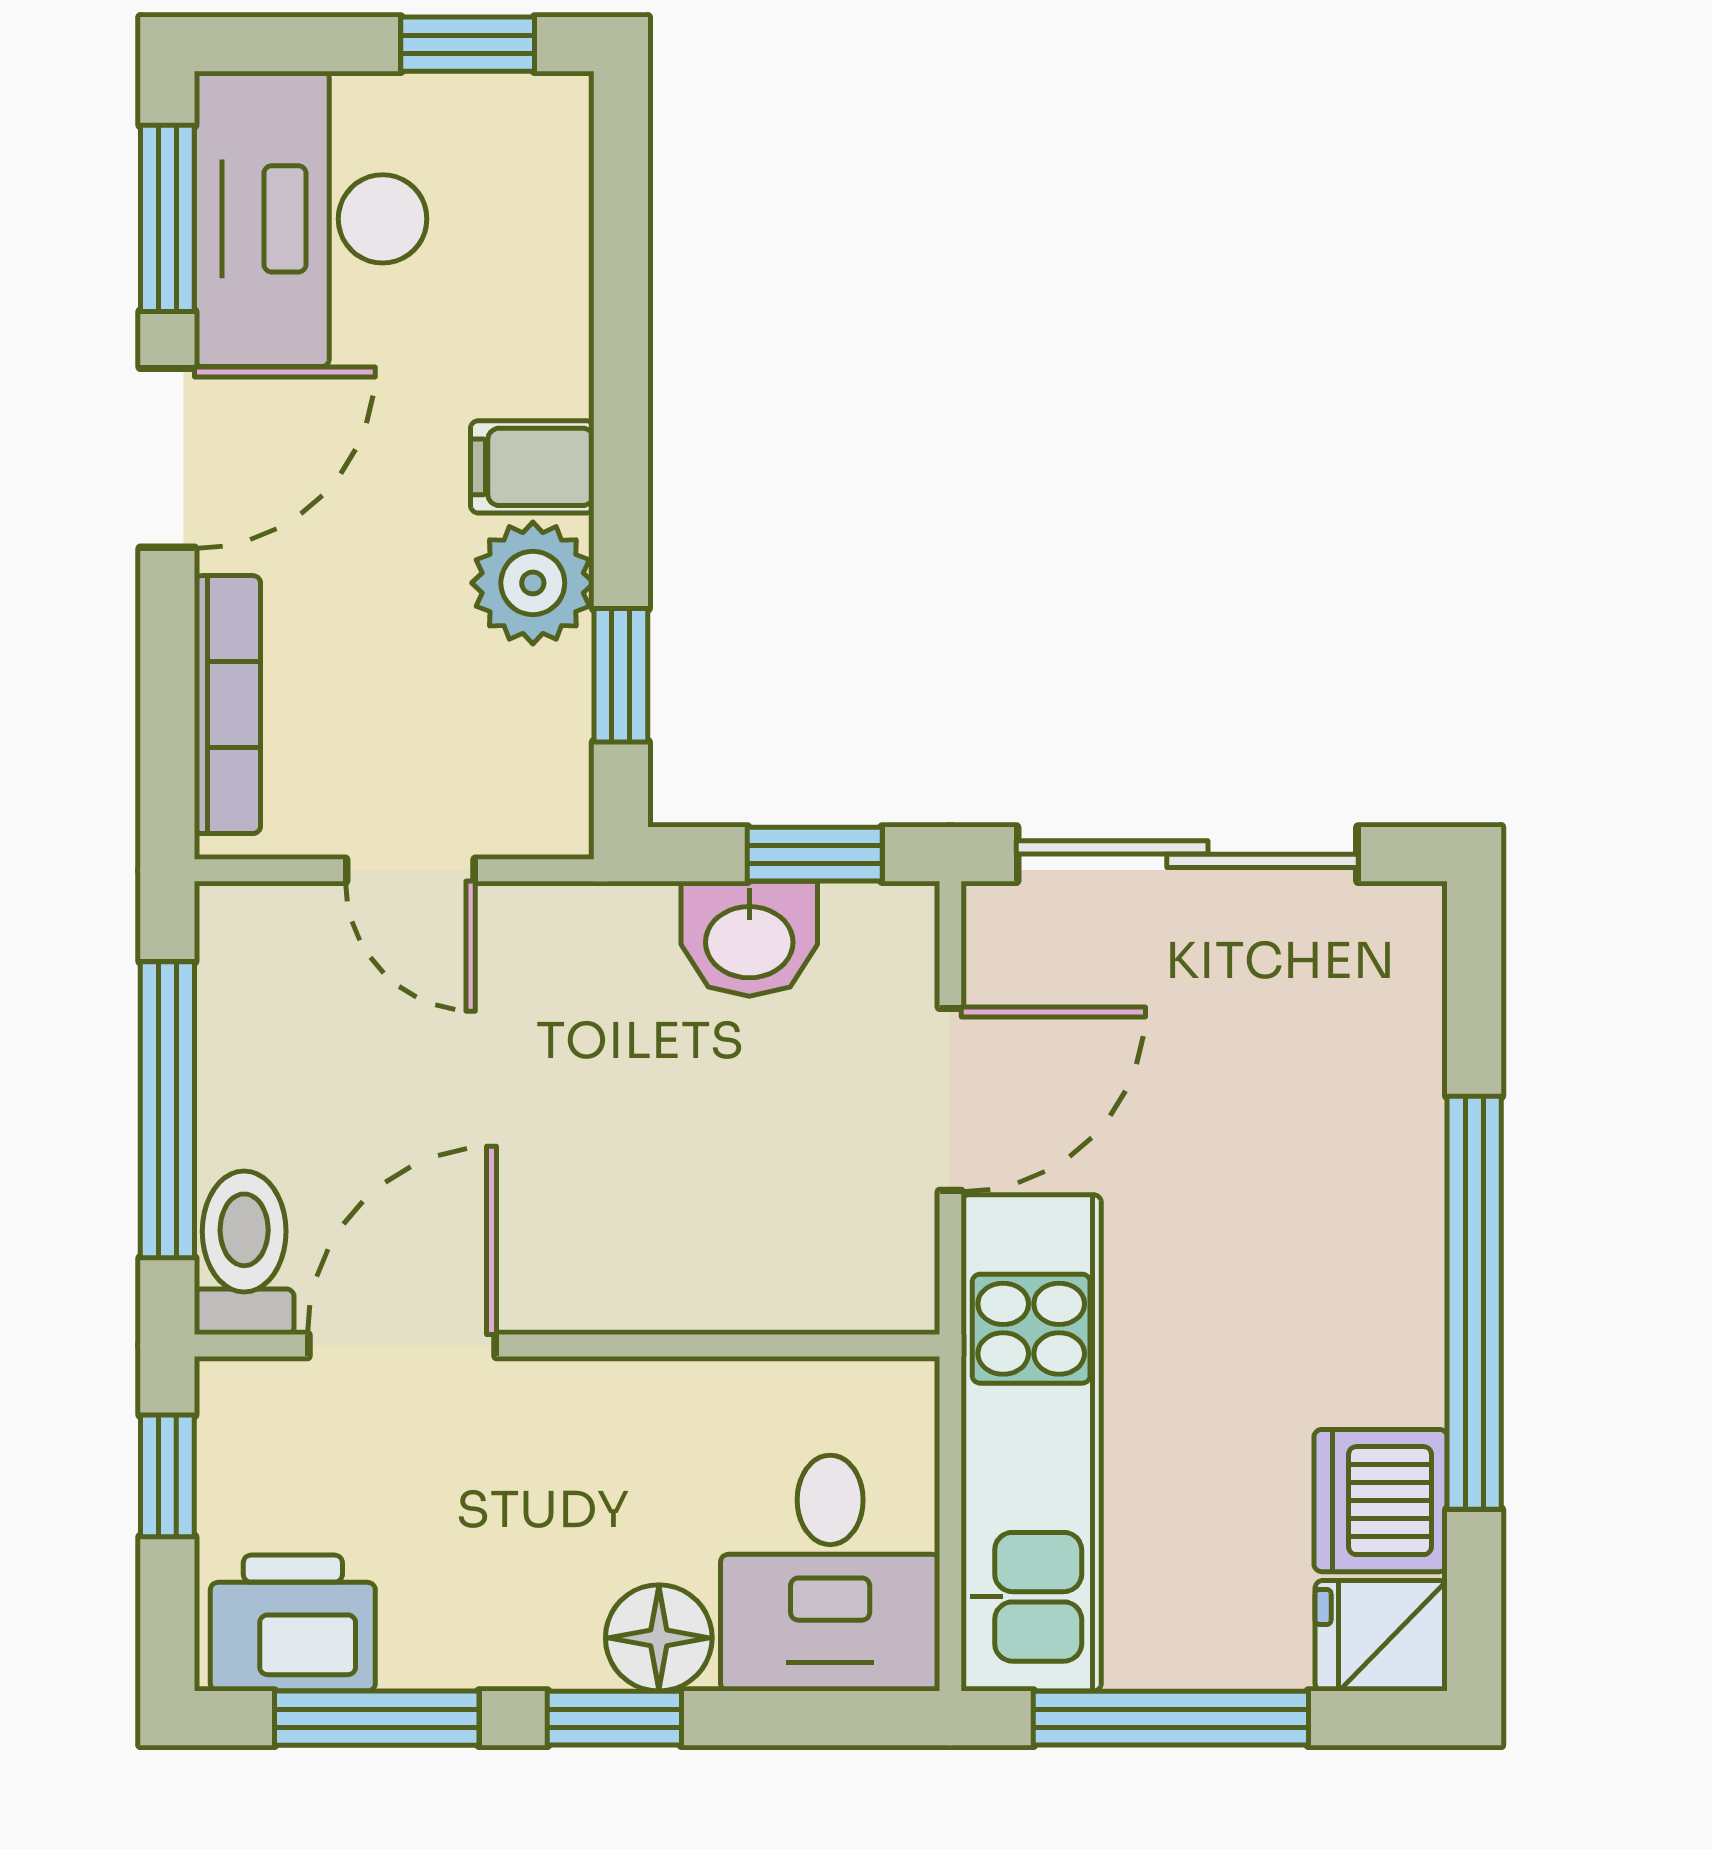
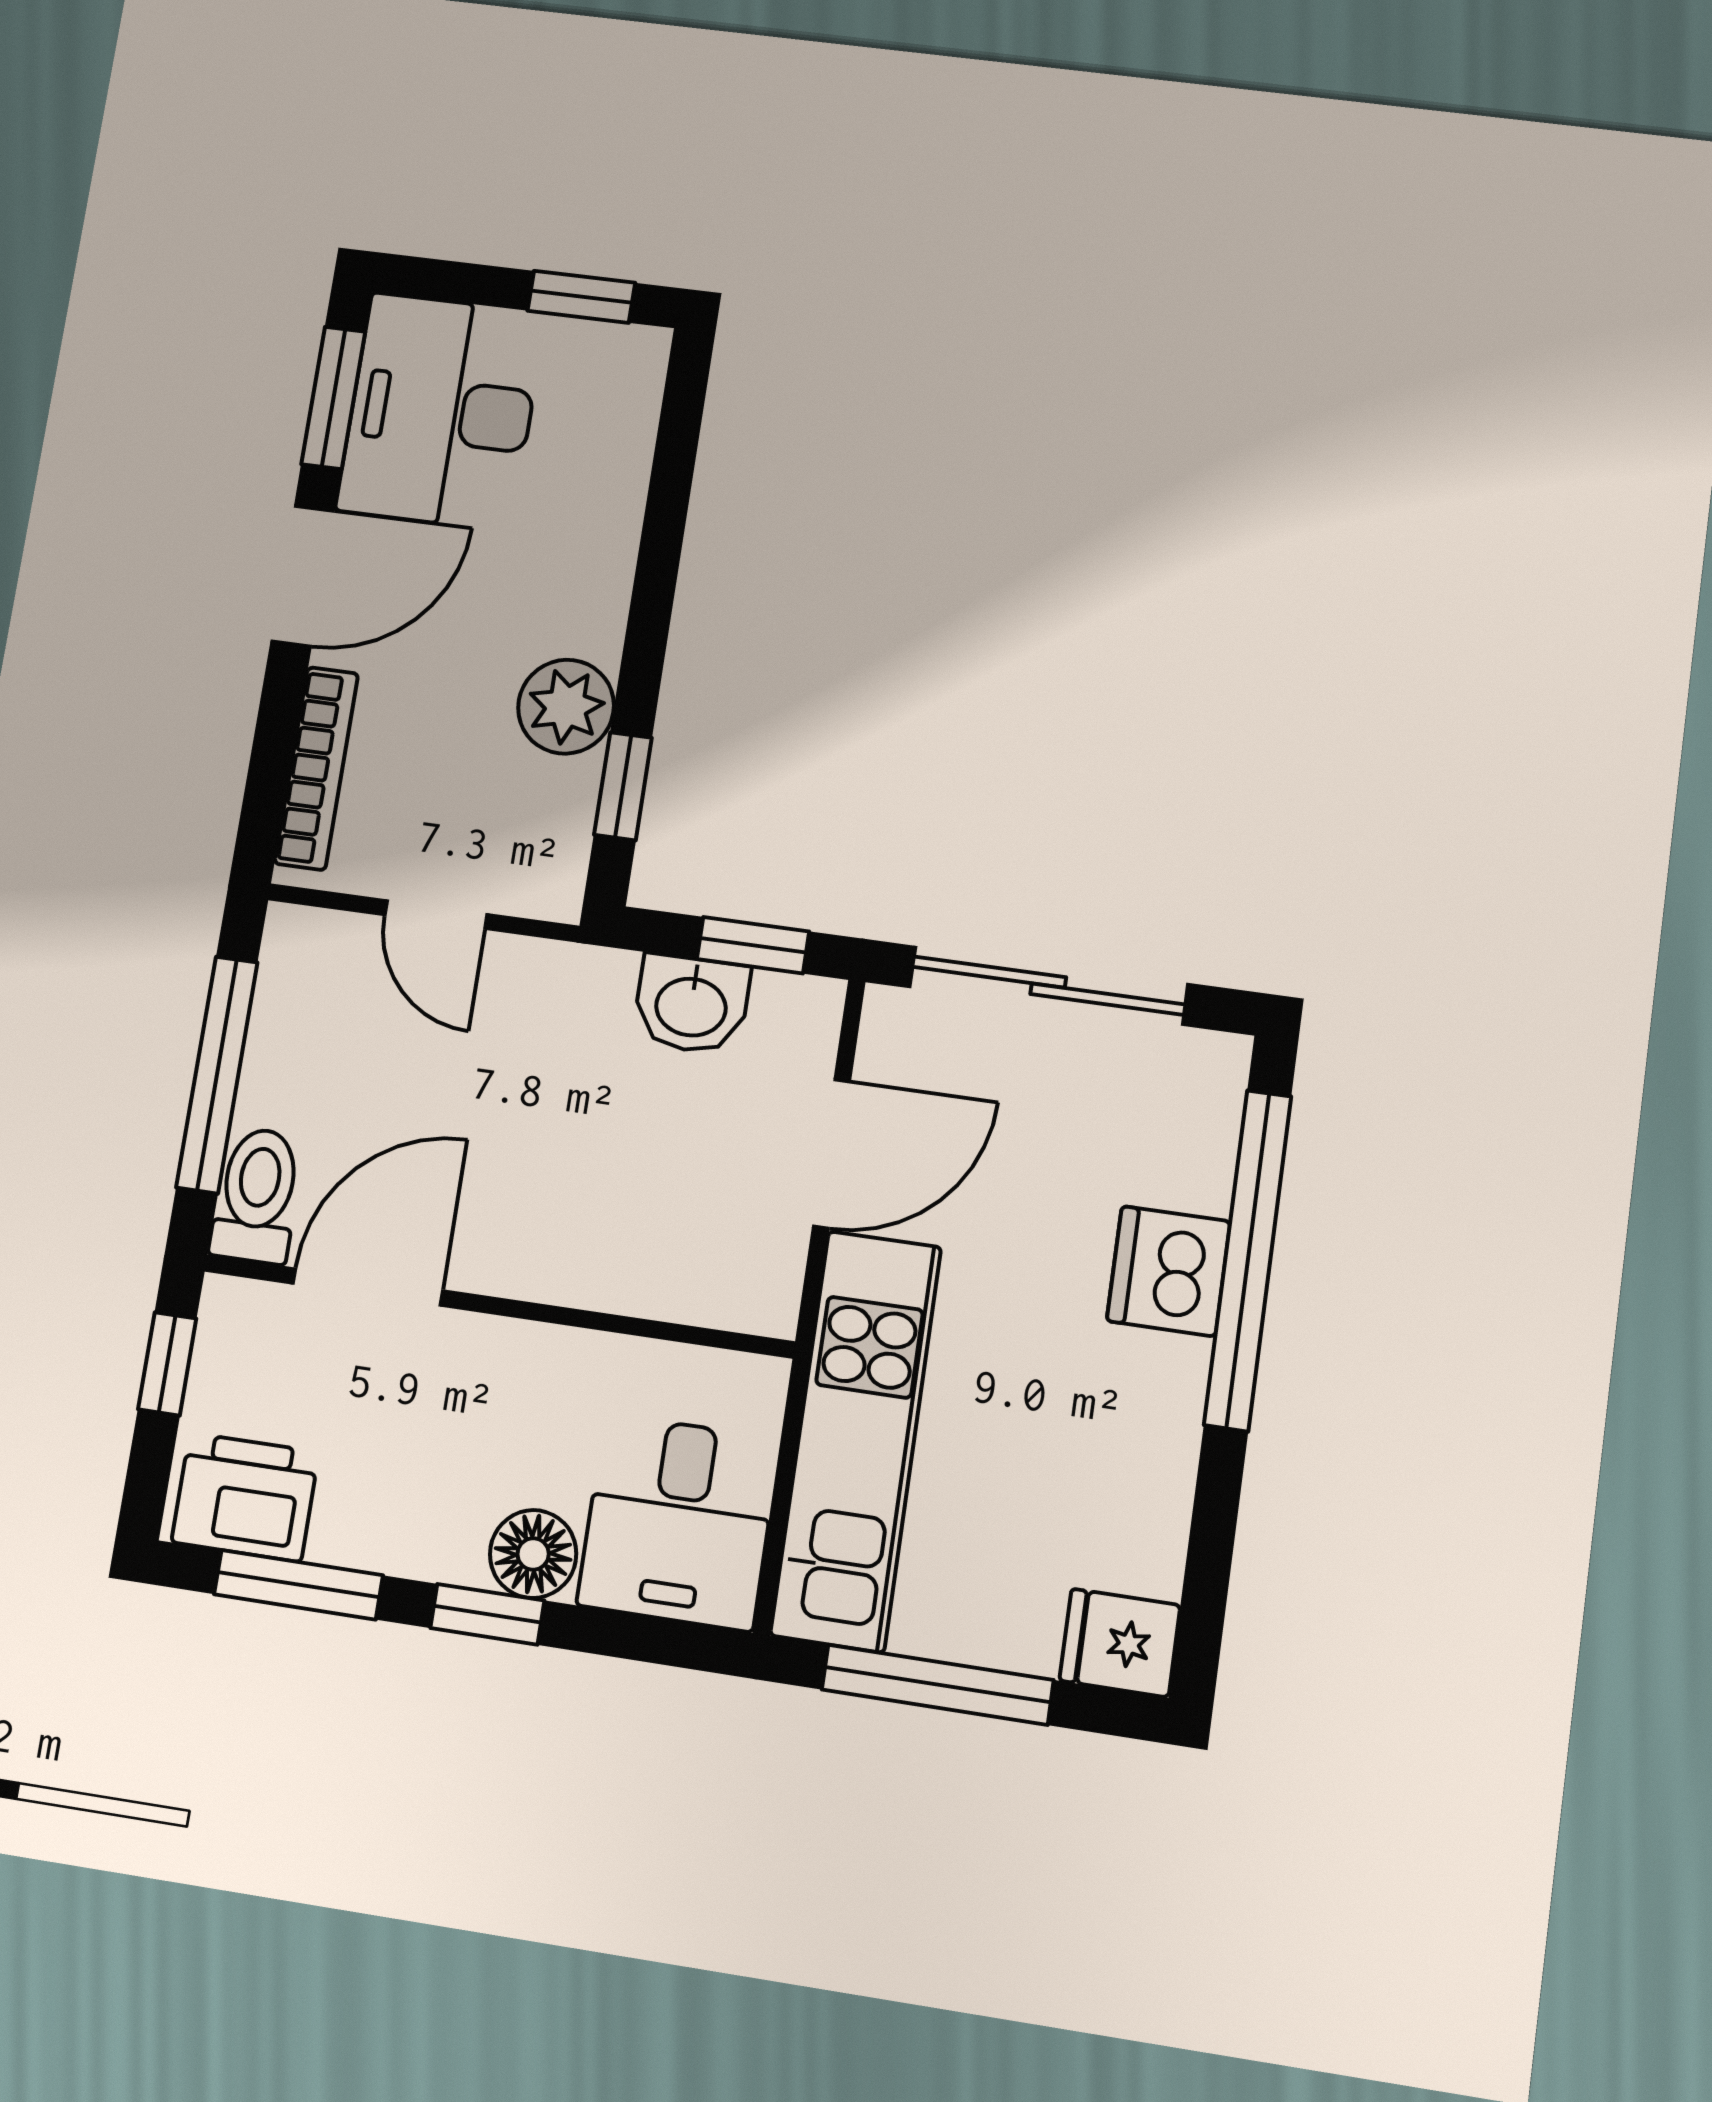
filing cabinet: (532, 467) -> (580, 618), removed
window: (1474, 1303) -> (1248, 1260), moved
dishwasher: (1381, 1501) -> (1169, 1271), moved

